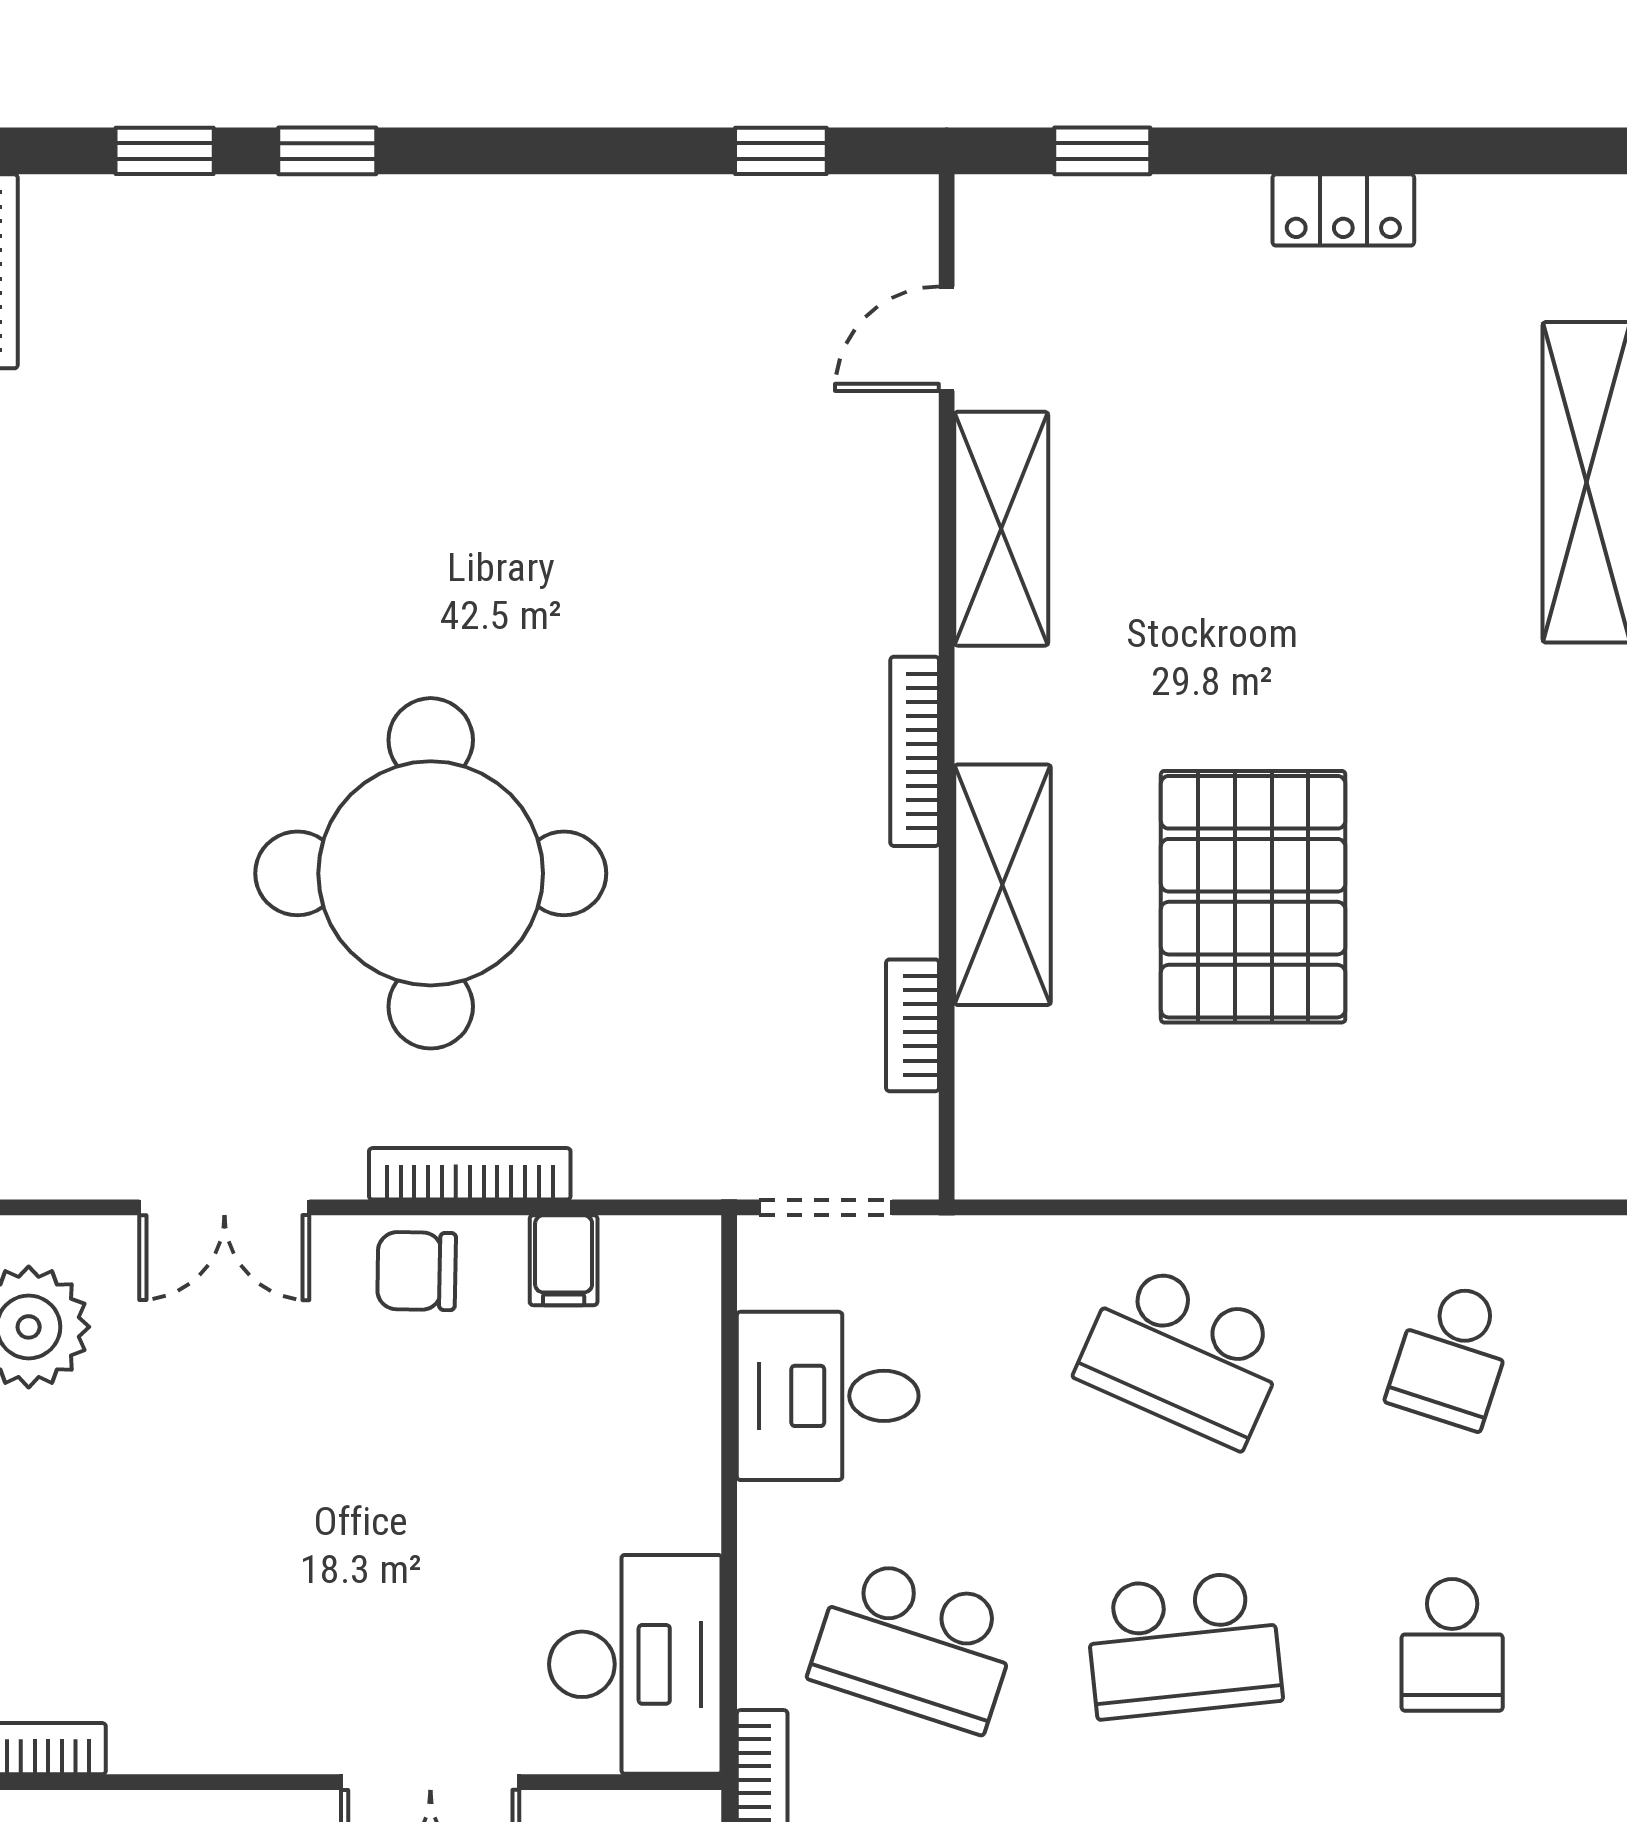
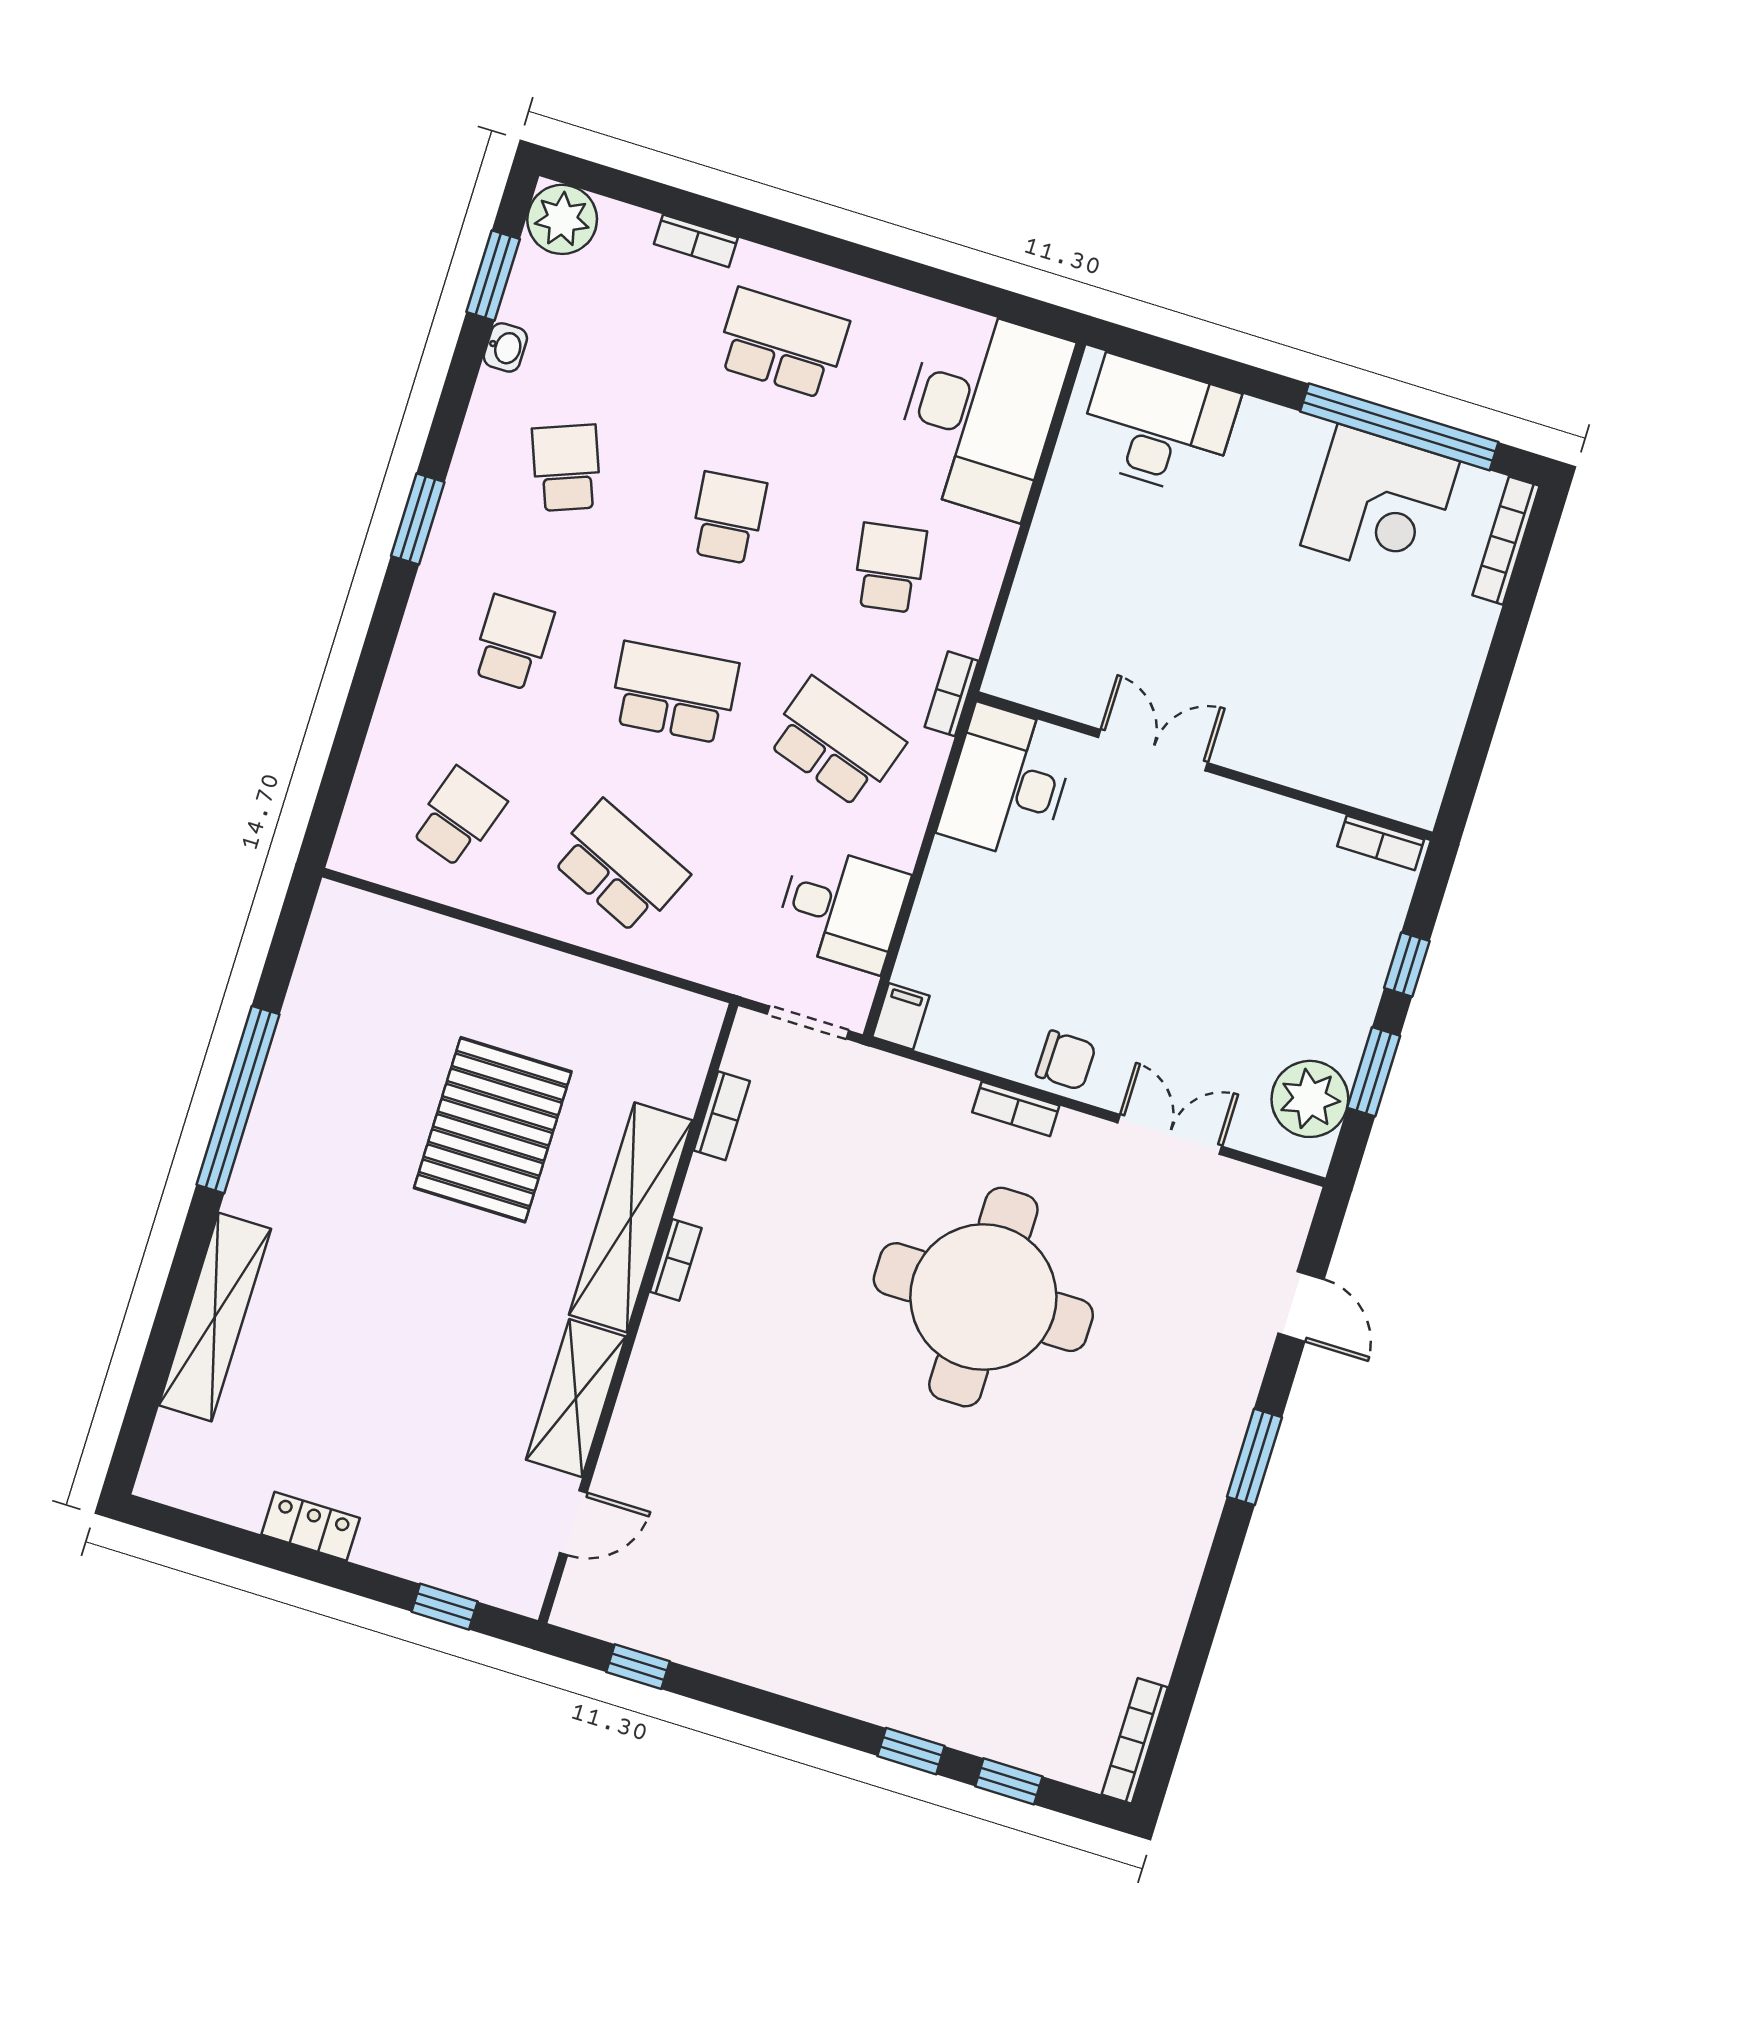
bookcase: (915, 751) -> (676, 1260), width x0.64
shelving: (1003, 885) -> (631, 1217), width x1.47
bookcase: (470, 1174) -> (1016, 1109), width x0.64
filing cabinet: (564, 1260) -> (901, 1016), moved

